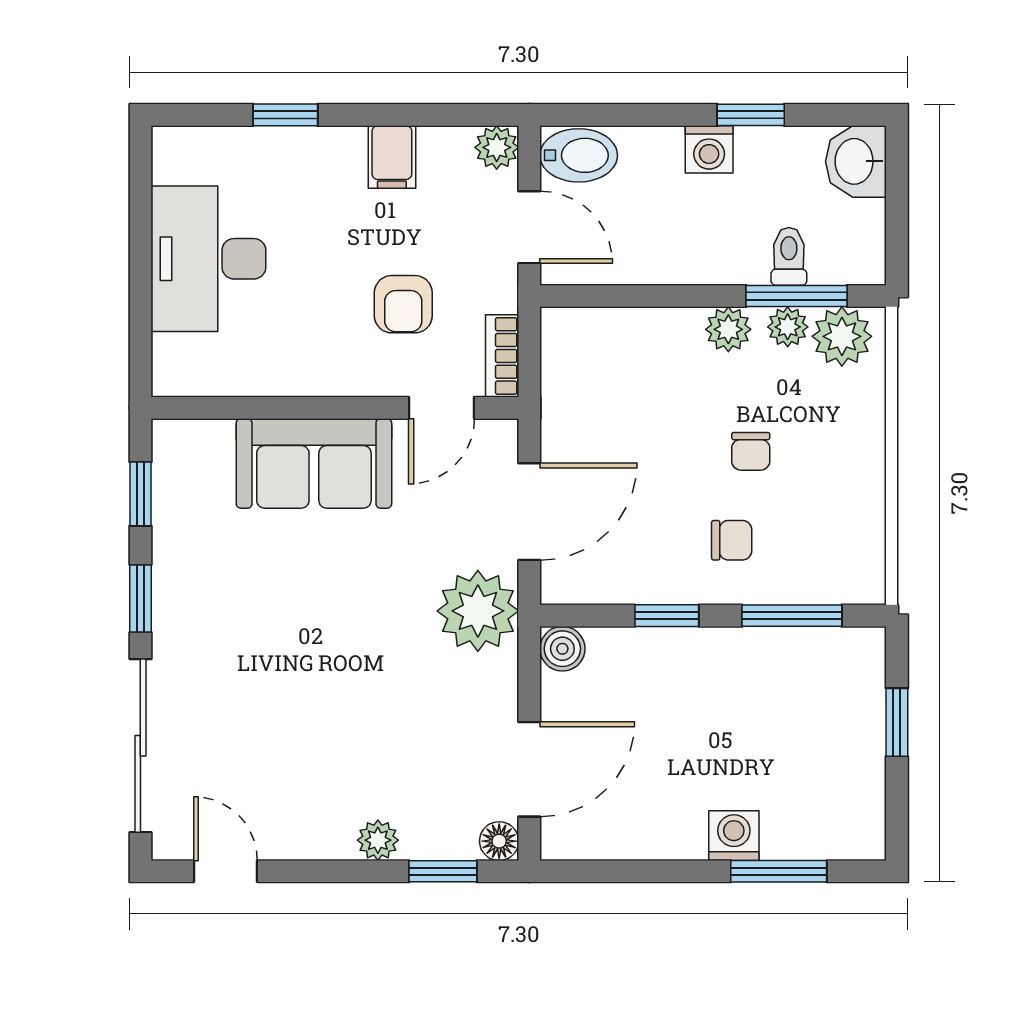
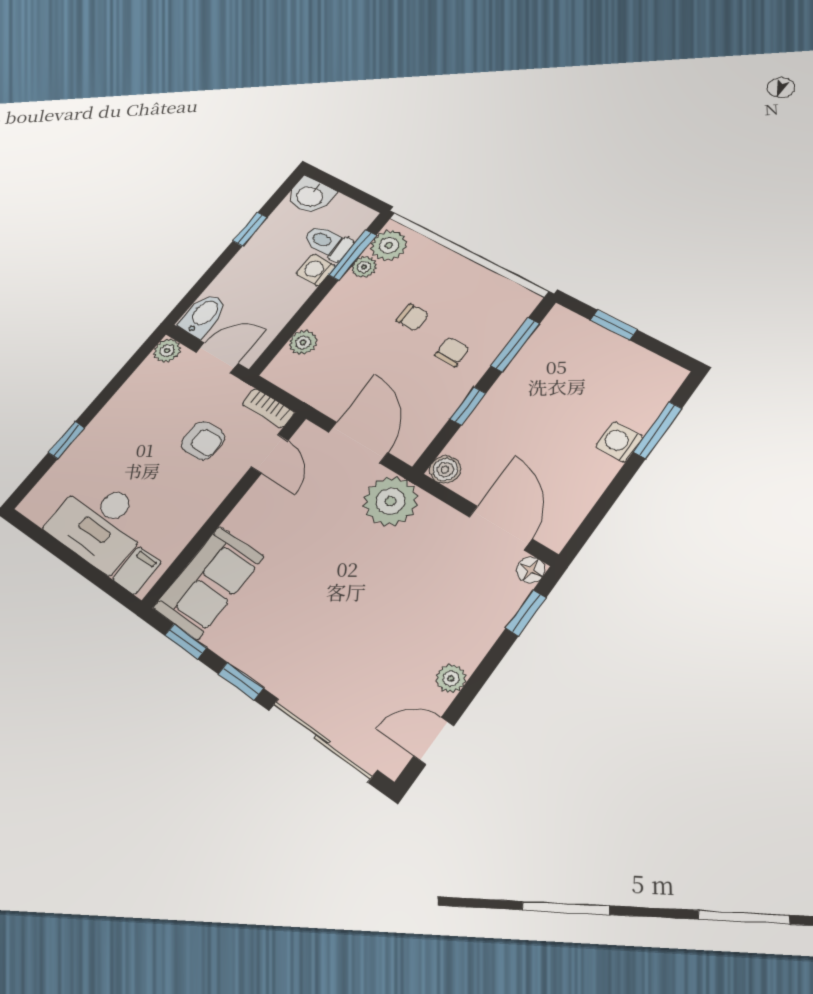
washing machine: (709, 149) -> (316, 270), moved, turned 180
filing cabinet: (392, 157) -> (137, 571), moved, turned -90
toilet: (789, 256) -> (327, 242), width x1.37, depth x1.39
plant: (728, 329) -> (303, 342), moved
sofa: (314, 463) -> (209, 582), moved
plant: (378, 840) -> (451, 678), moved

